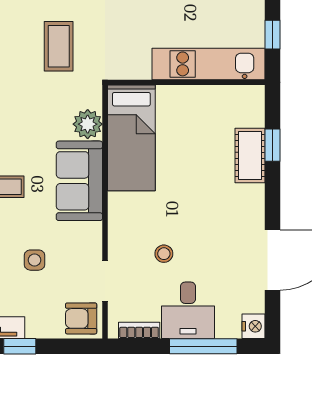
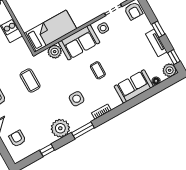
coffee table: (59, 46) -> (30, 80), turned 90
side table: (35, 260) -> (103, 28), moved

